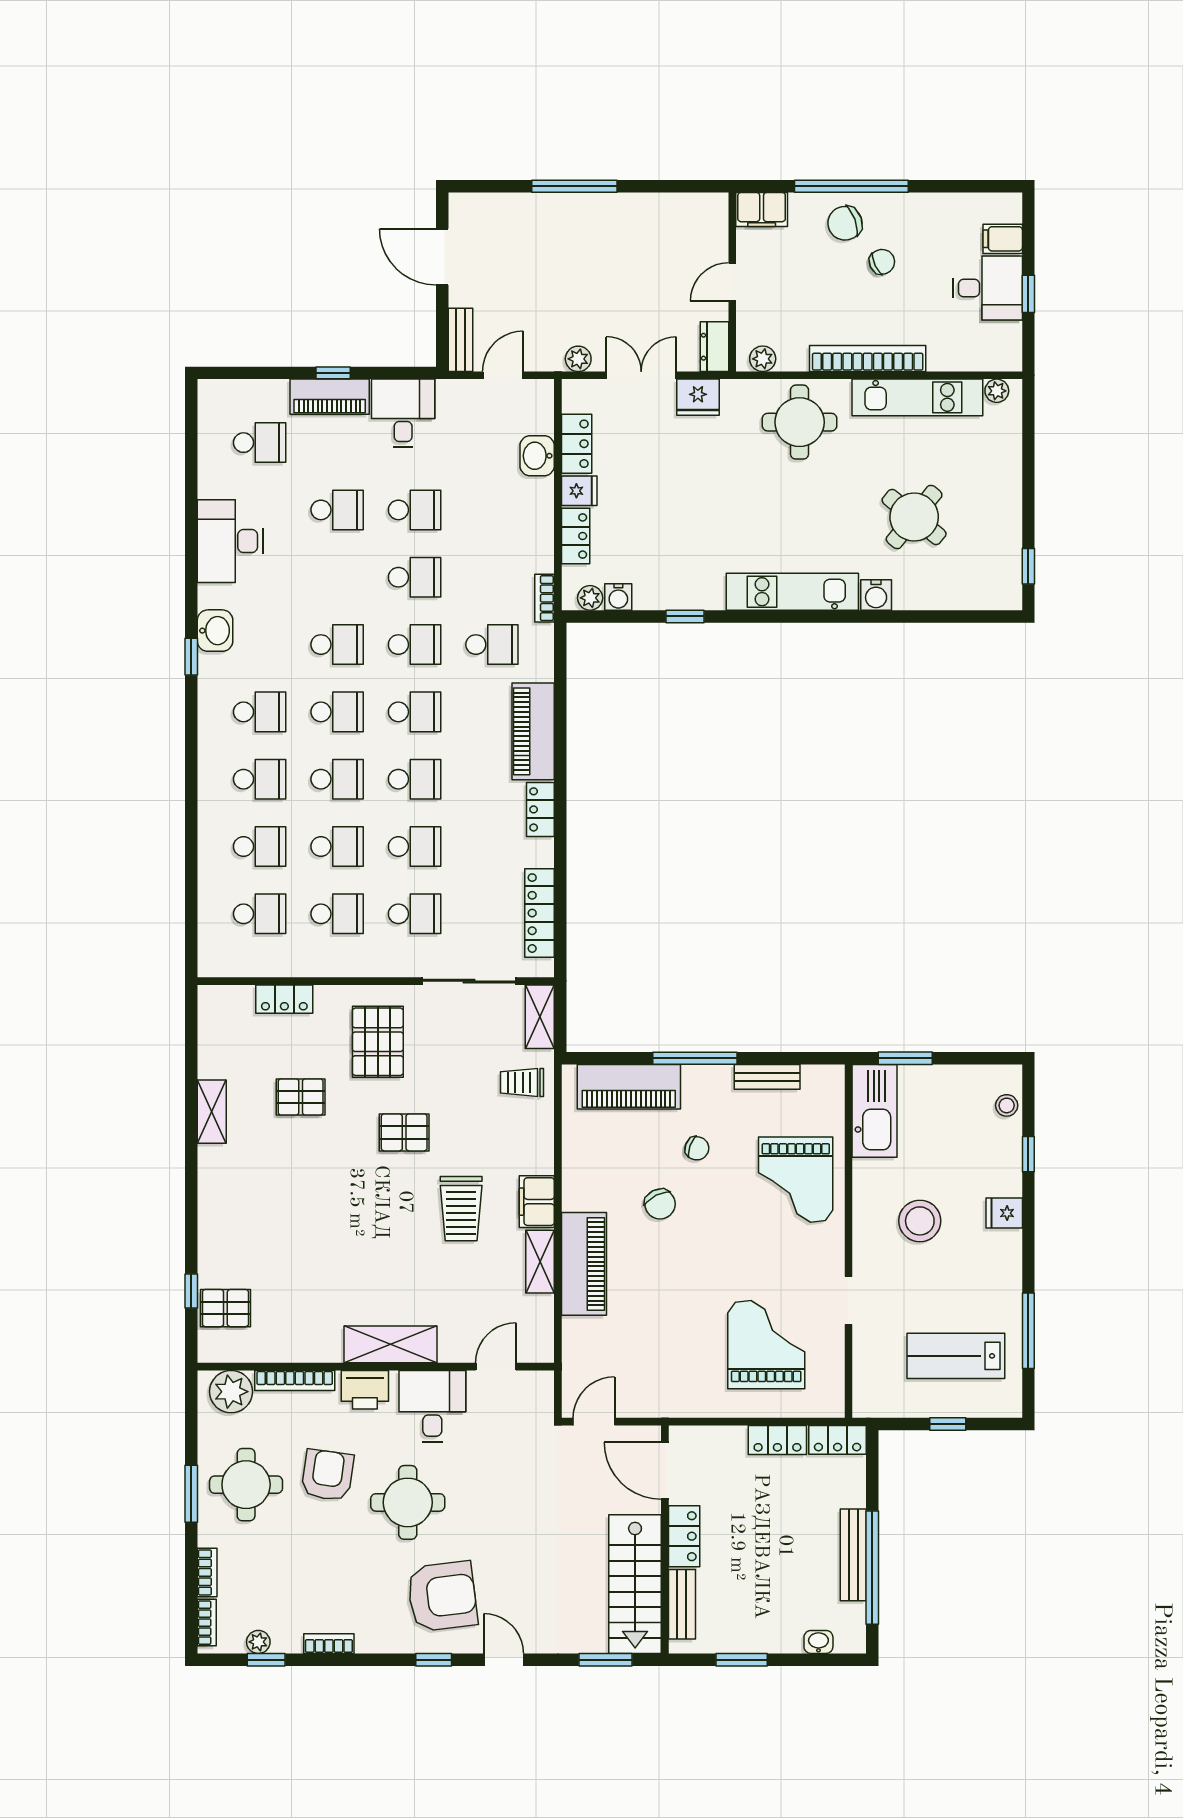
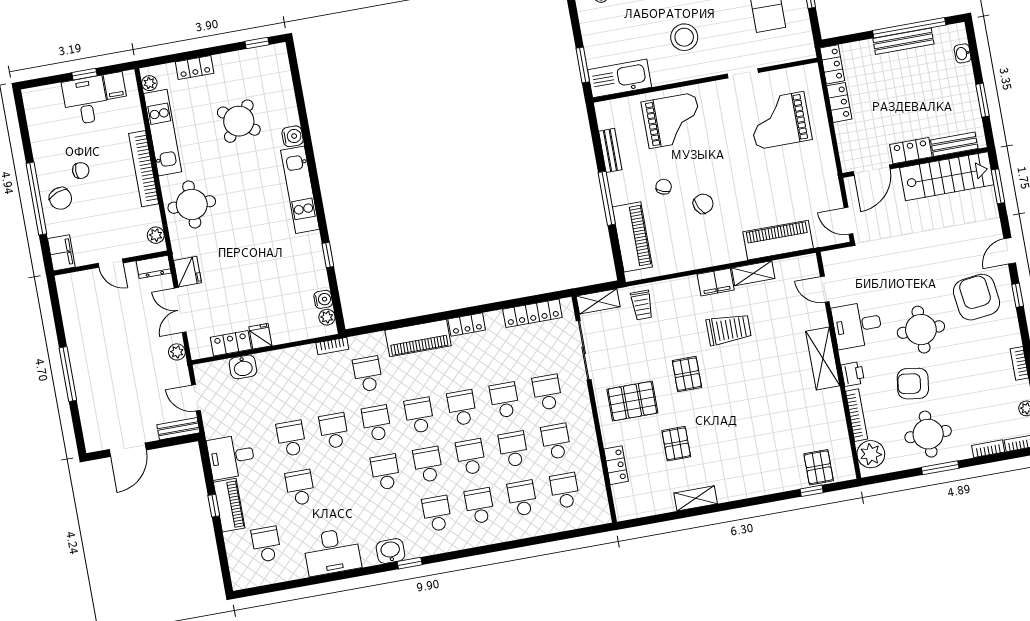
filing cabinet: (1003, 239) -> (115, 85), moved
chair: (882, 262) -> (81, 171), turned 115
locker: (576, 536) -> (195, 68), moved, turned 180
piano: (584, 1264) -> (778, 240), moved
printer: (365, 1390) -> (853, 374), width x0.73, depth x0.81

